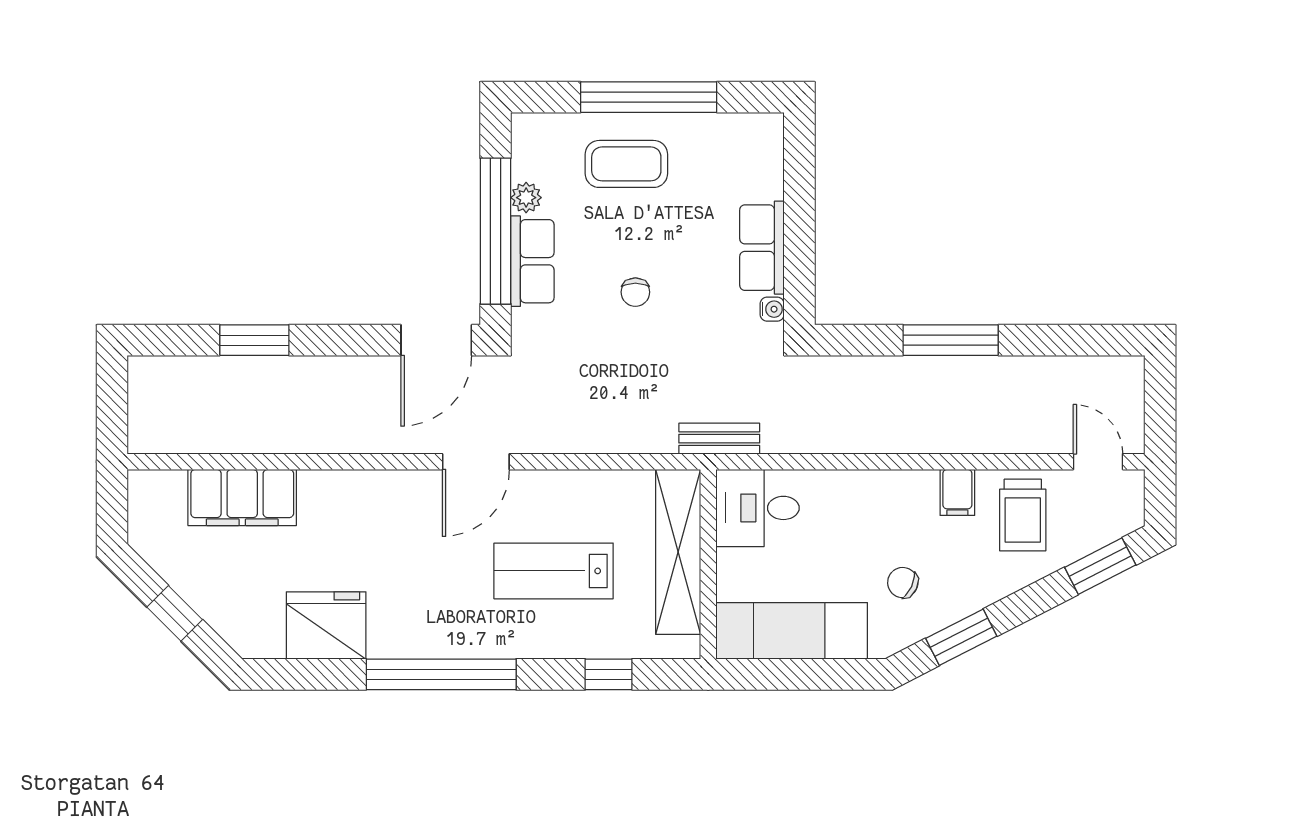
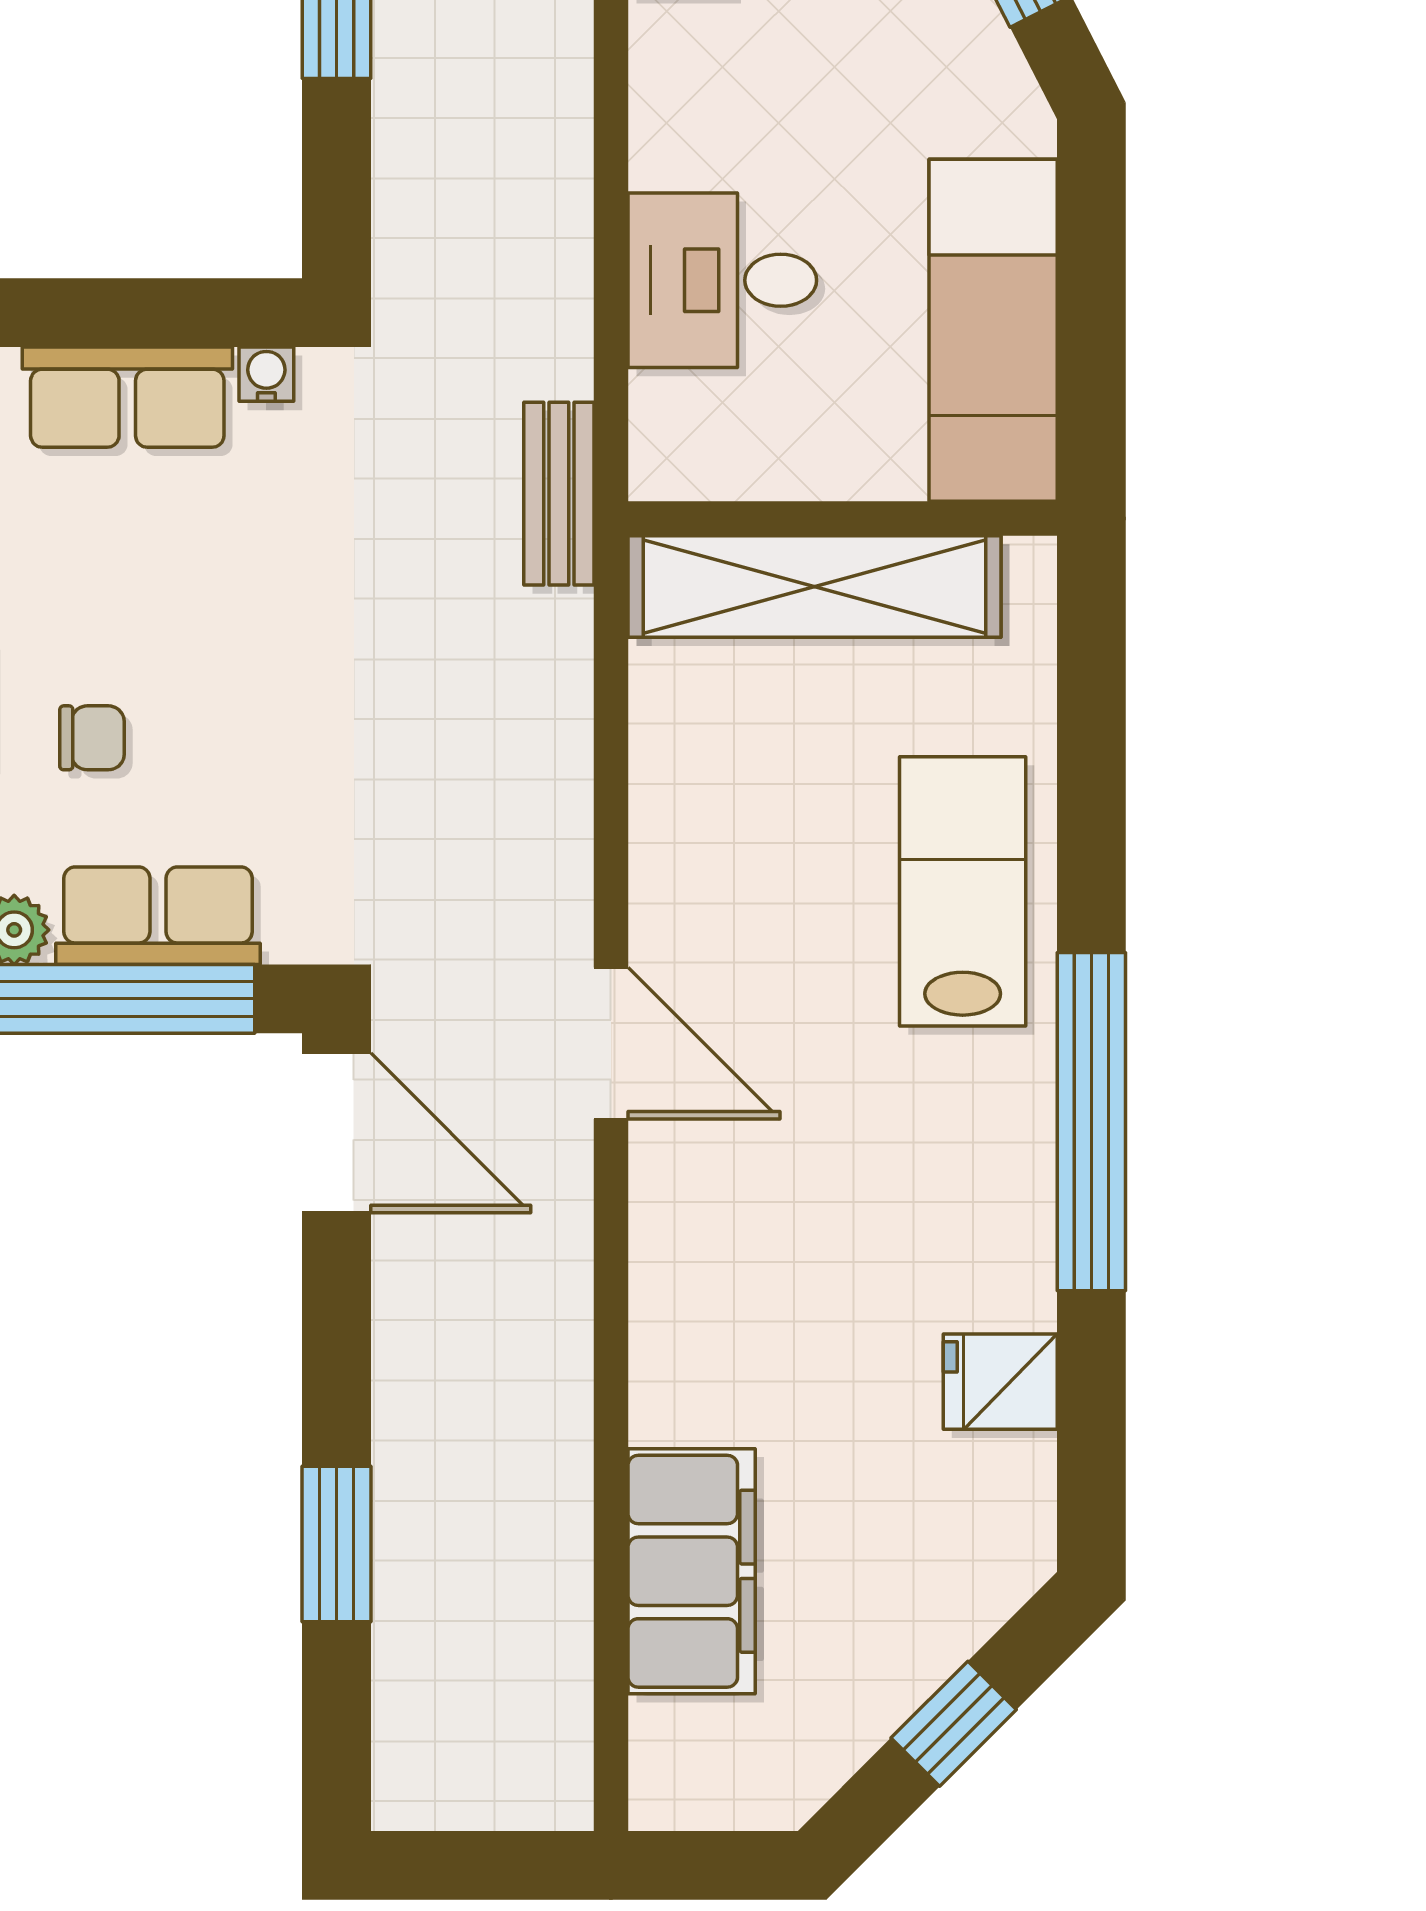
chair: (635, 292) -> (92, 738), moved
desk: (758, 508) -> (722, 280), moved, turned 90
lab bench: (554, 571) -> (963, 891), moved, turned 180
chair: (903, 583) -> (884, 79), removed
fridge: (326, 625) -> (1000, 1382), width x0.53, depth x0.75
window: (609, 674) -> (1091, 744), removed

